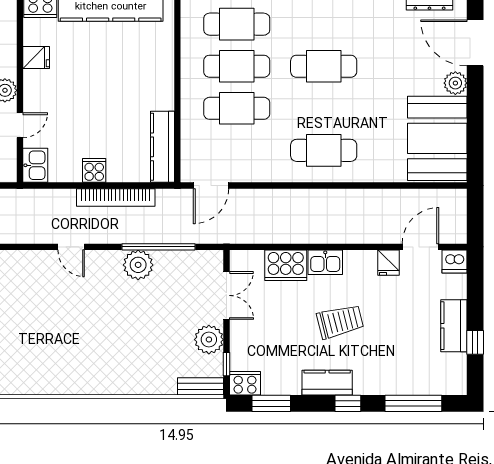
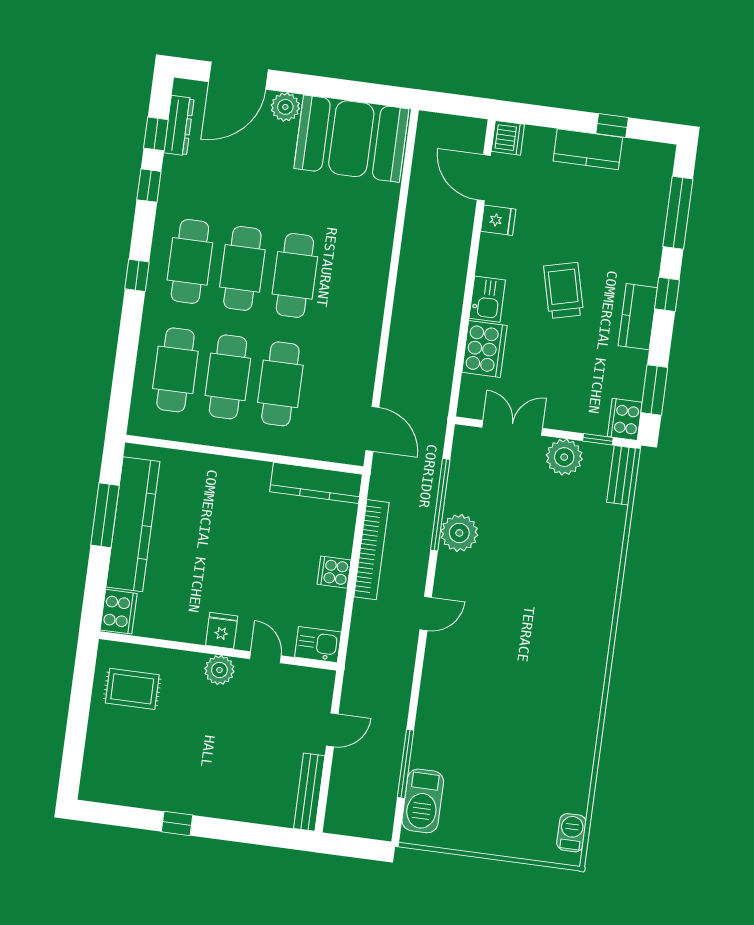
cafe table: (324, 24) -> (190, 261), added
fridge: (36, 58) -> (222, 631), moved
cafe table: (324, 150) -> (295, 275), moved

